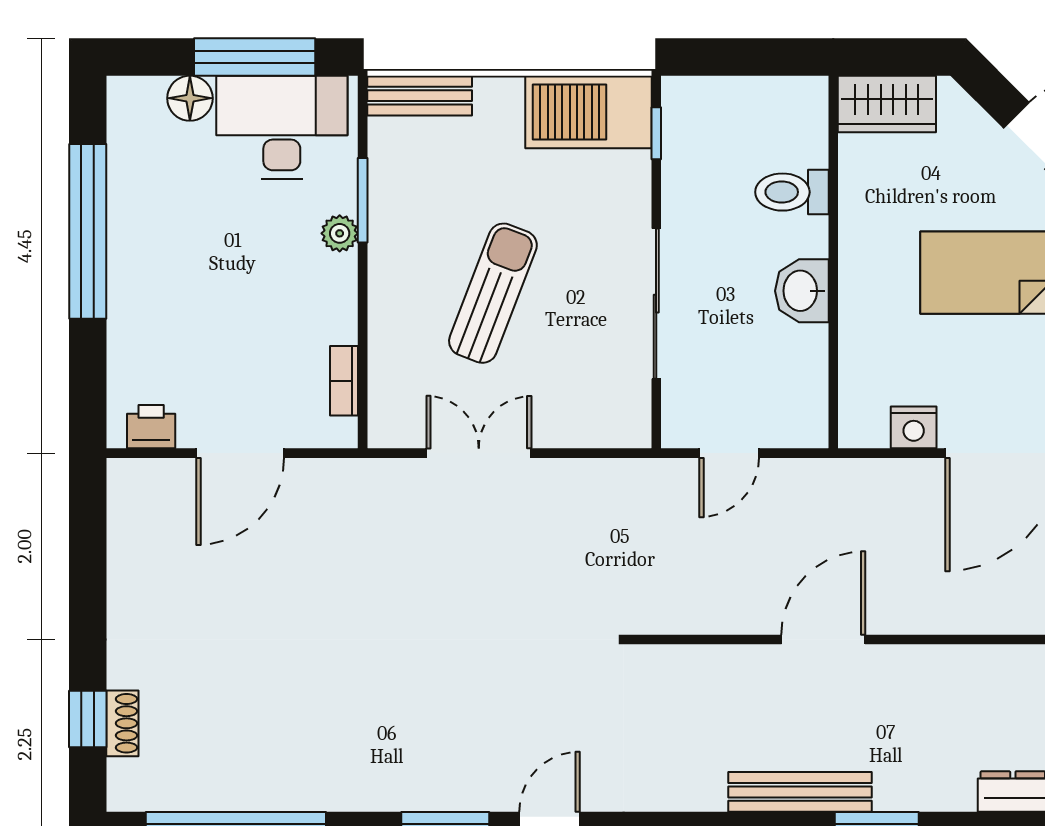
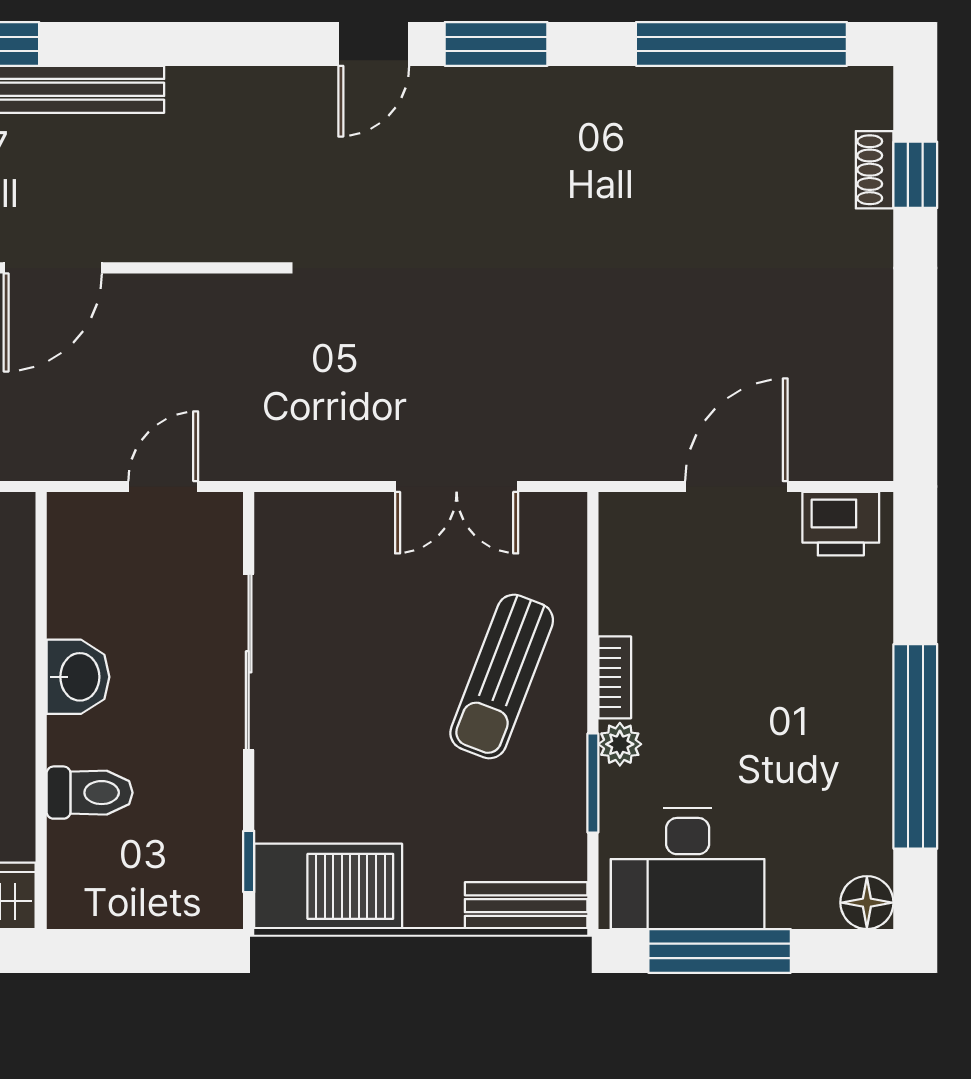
floor lamp: (190, 98) -> (867, 903), moved
sun lounger: (493, 293) -> (502, 676), moved
bookcase: (344, 381) -> (615, 677), moved
printer: (151, 427) -> (841, 524), width x1.36, depth x1.24

